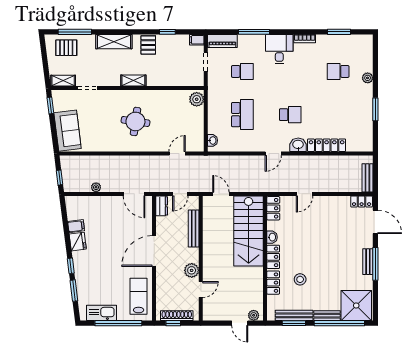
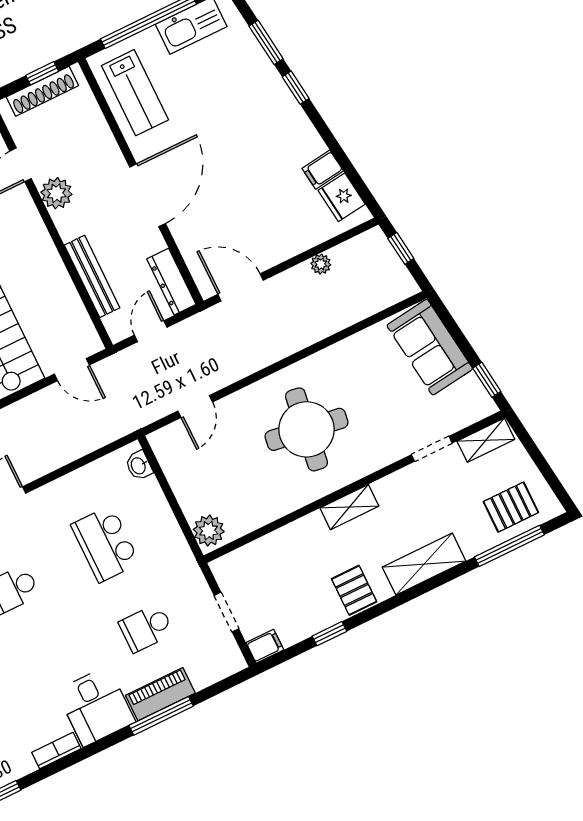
piano: (222, 41) -> (160, 694), moved
round table: (135, 121) -> (307, 429), width x1.36, depth x1.36
dresser: (162, 206) -> (171, 282), width x1.44
fridge: (78, 242) -> (342, 197), moved

